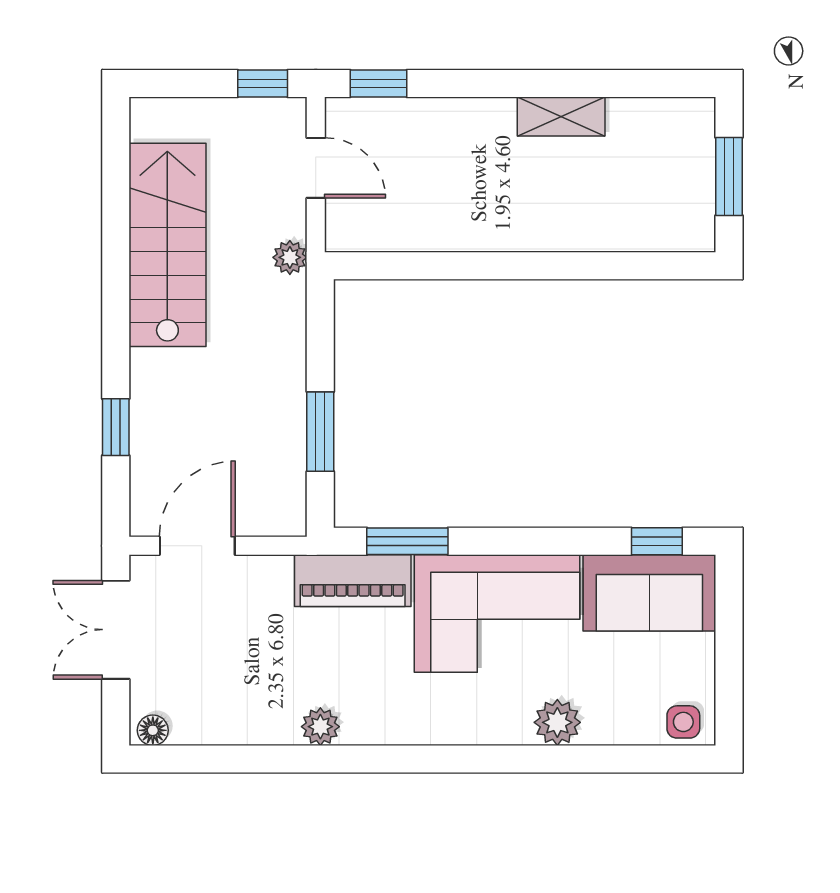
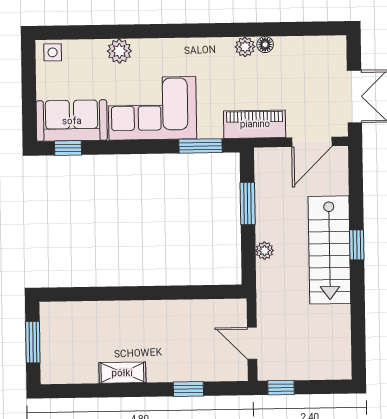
window: (379, 84) -> (188, 389), moved
stairs: (167, 245) -> (329, 250), moved
plant: (290, 257) -> (264, 251), moved
window: (116, 427) -> (357, 245), moved
piano: (353, 581) -> (255, 124), moved
floor lamp: (153, 730) -> (265, 45), moved

